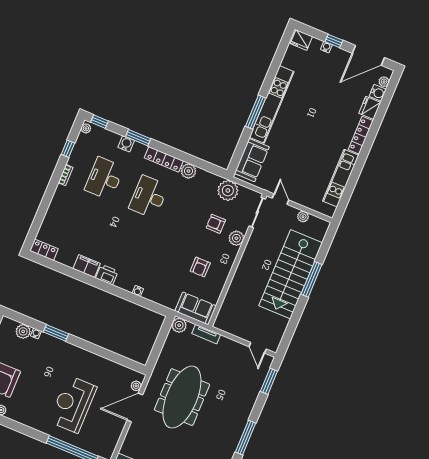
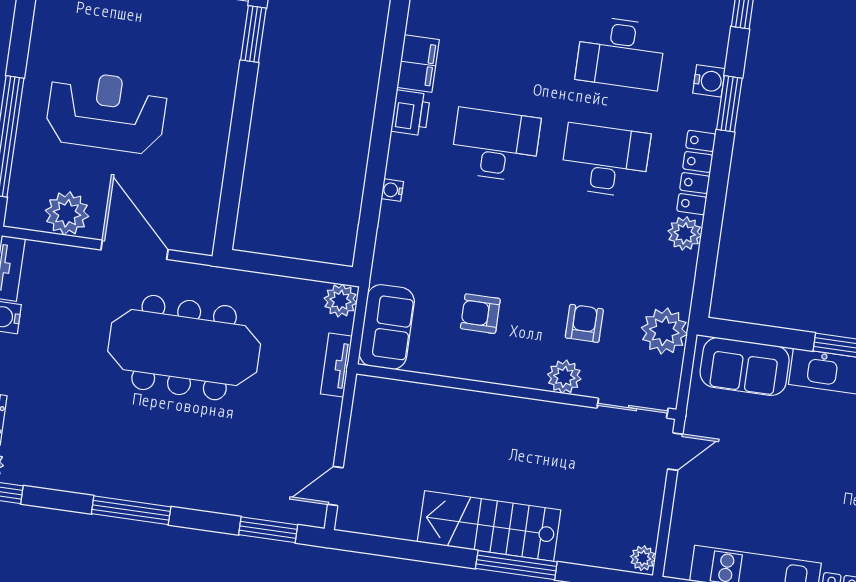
desk: (104, 178) -> (621, 53), turned 180
plant: (303, 217) -> (643, 558), moved
desk: (130, 242) -> (495, 145), added
stairs: (291, 274) -> (489, 526), width x0.73, depth x0.66
plant: (136, 386) -> (67, 213), moved, width x1.88, depth x1.88

